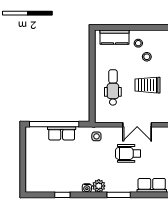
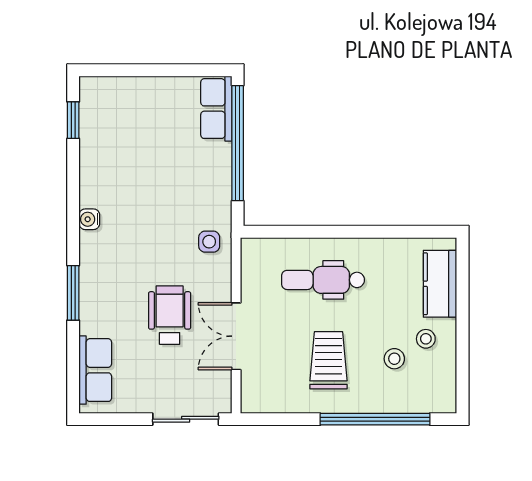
dental chair: (113, 87) -> (323, 280), turned 180
row of seats: (62, 133) -> (216, 109), moved
plant: (99, 186) -> (94, 247), removed
window: (62, 195) -> (73, 120), moved

